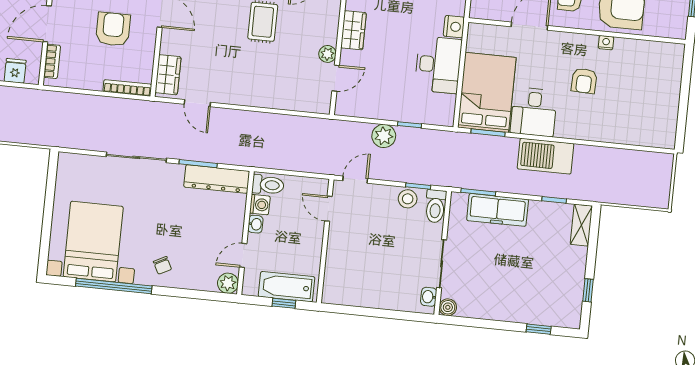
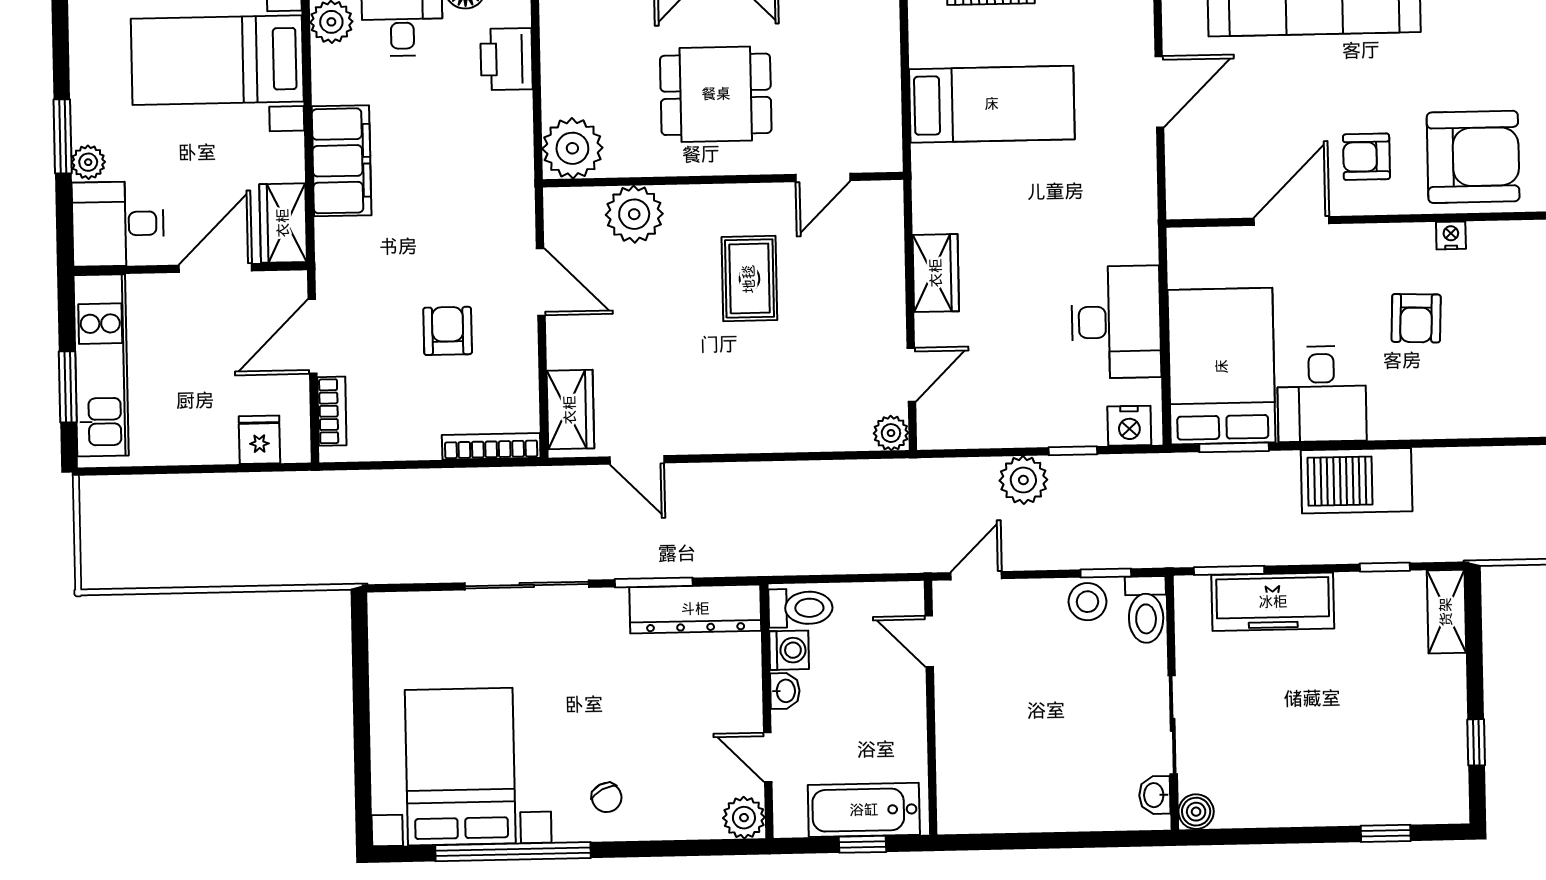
nightstand: (454, 27) -> (1129, 426), moved, turned 90
armchair: (113, 29) -> (448, 331), width x0.72, depth x0.72
plant: (327, 54) -> (891, 433), moved
door: (243, 255) -> (768, 757), hinge flipped

